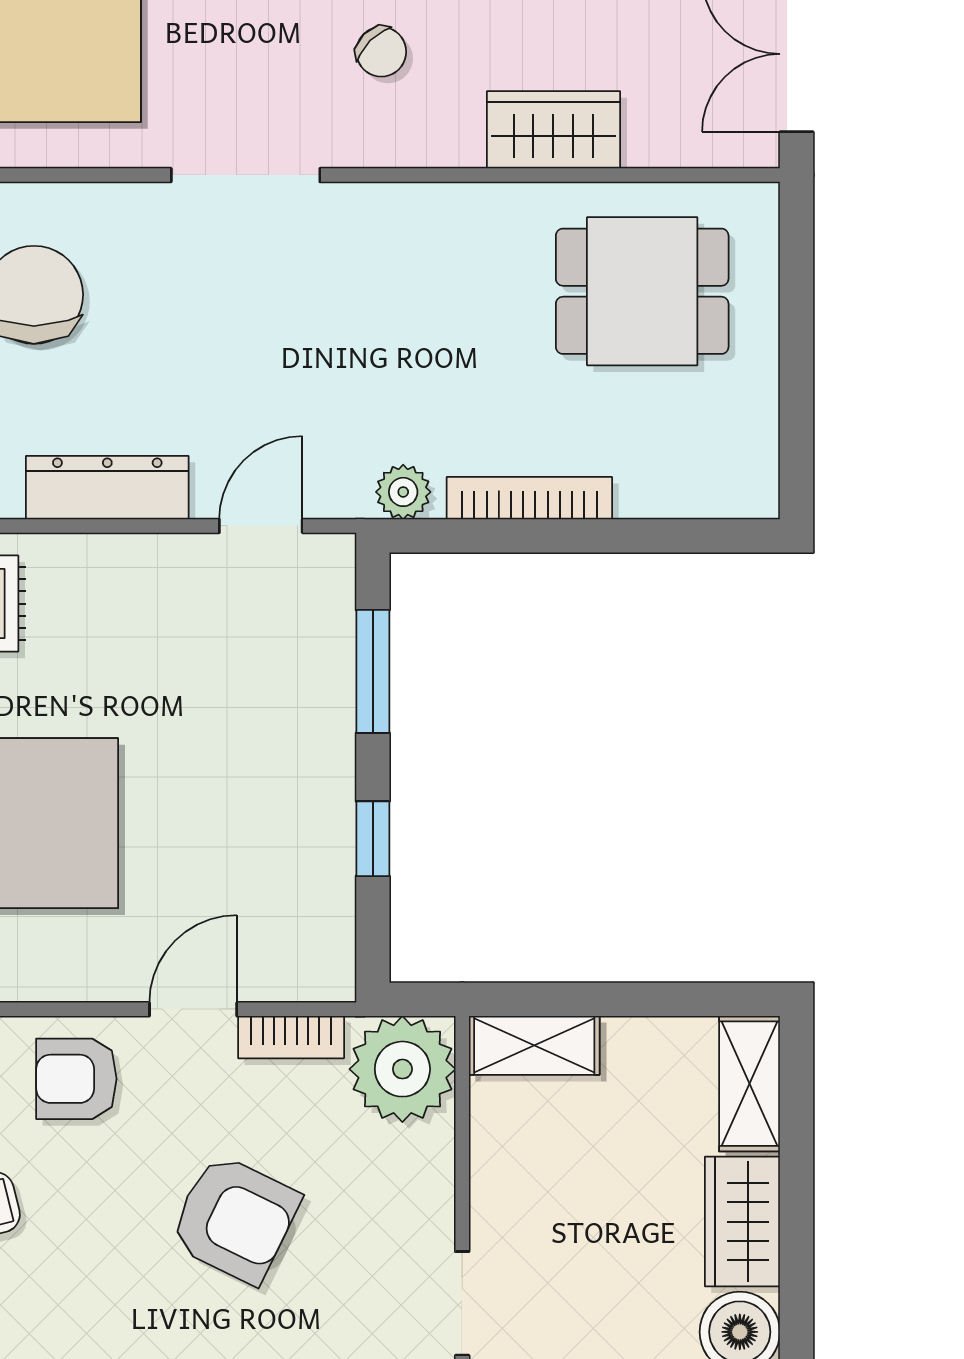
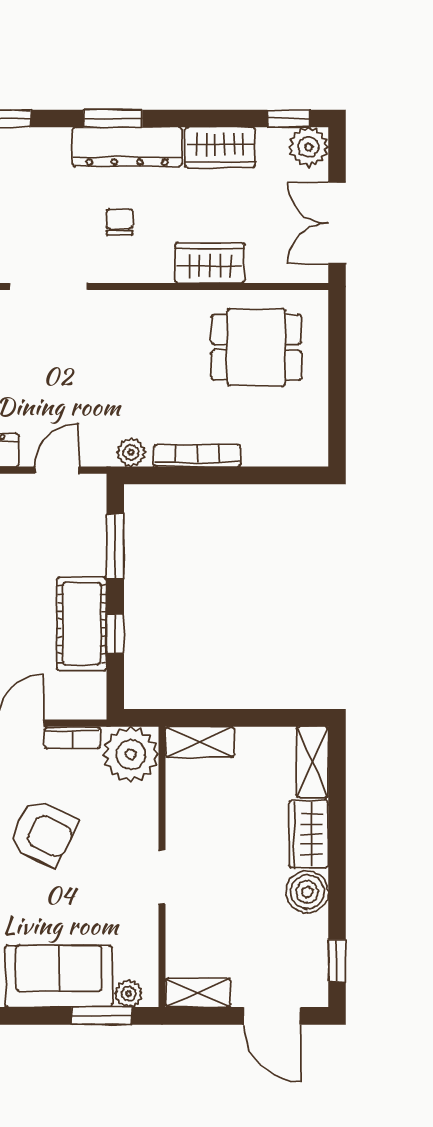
chair: (381, 52) -> (120, 222), turned -135
cot: (309, 820) -> (82, 624), added

